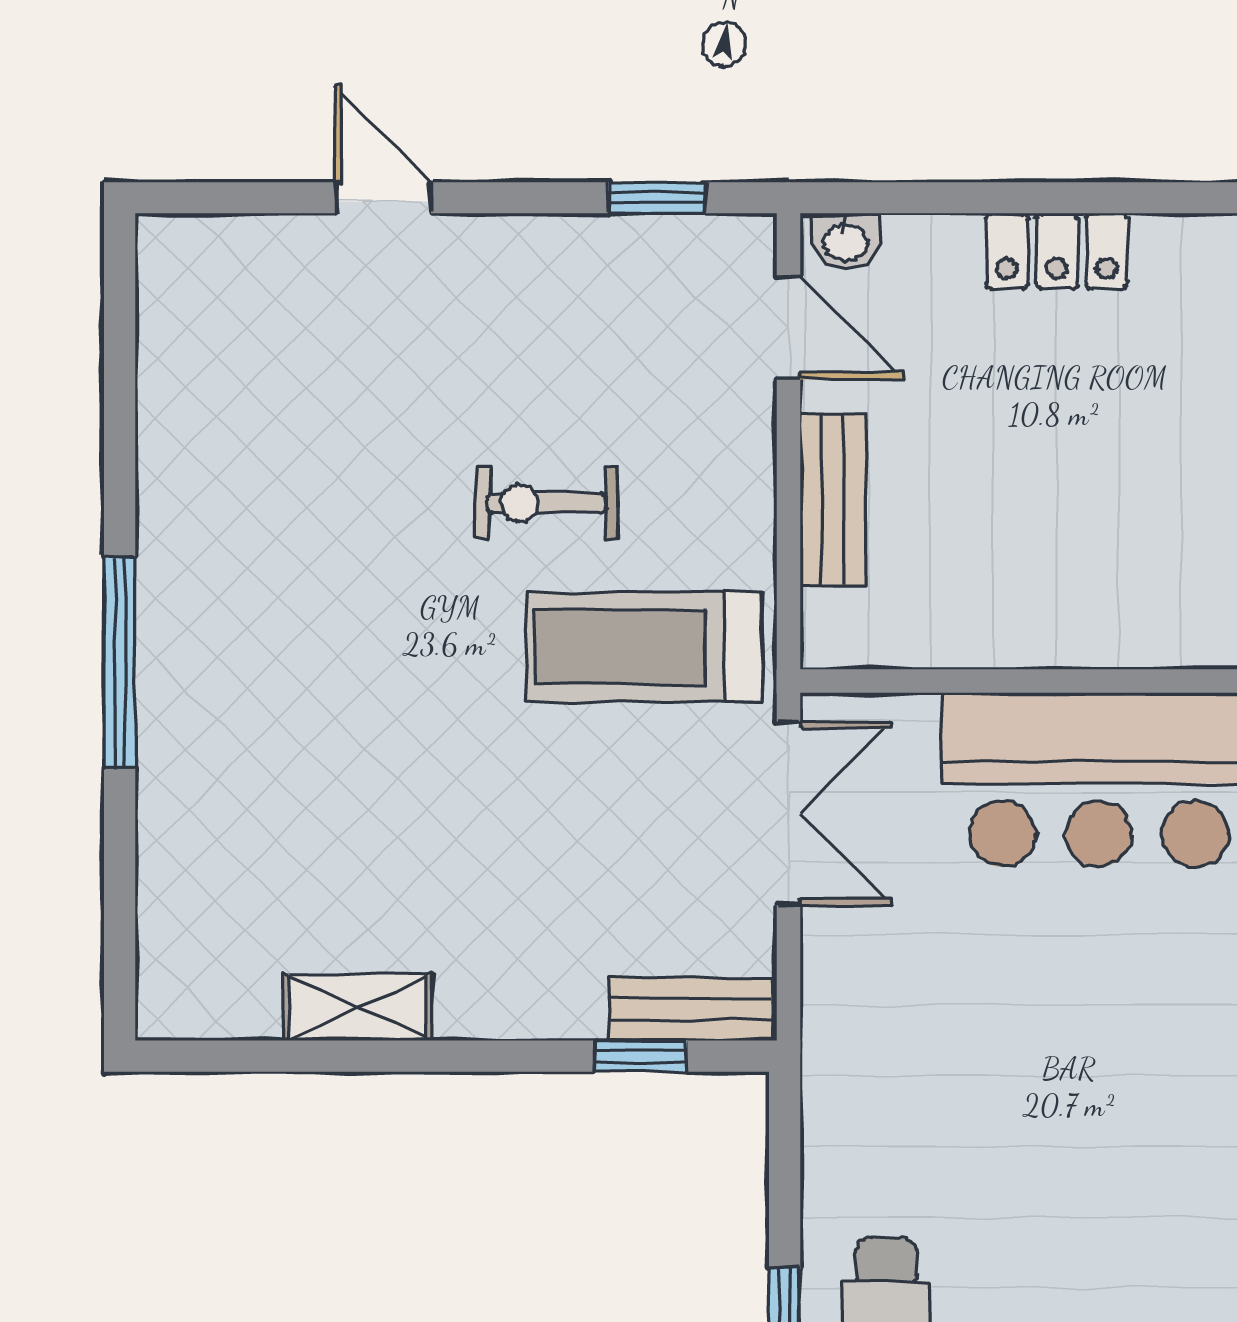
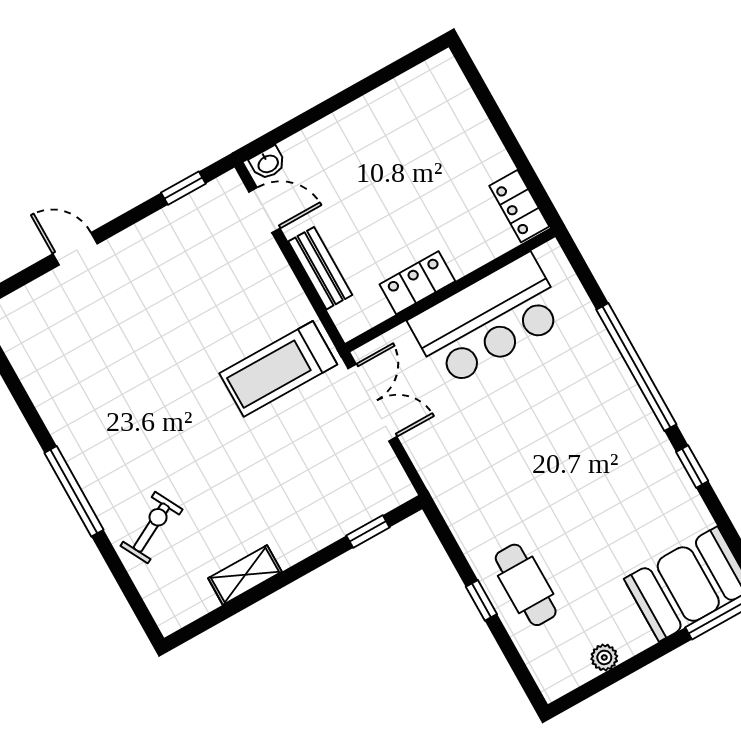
locker: (1057, 251) -> (417, 283), moved, turned 180
exercise bike: (546, 503) -> (151, 528), moved, turned 152
bench: (691, 1009) -> (377, 502), removed

